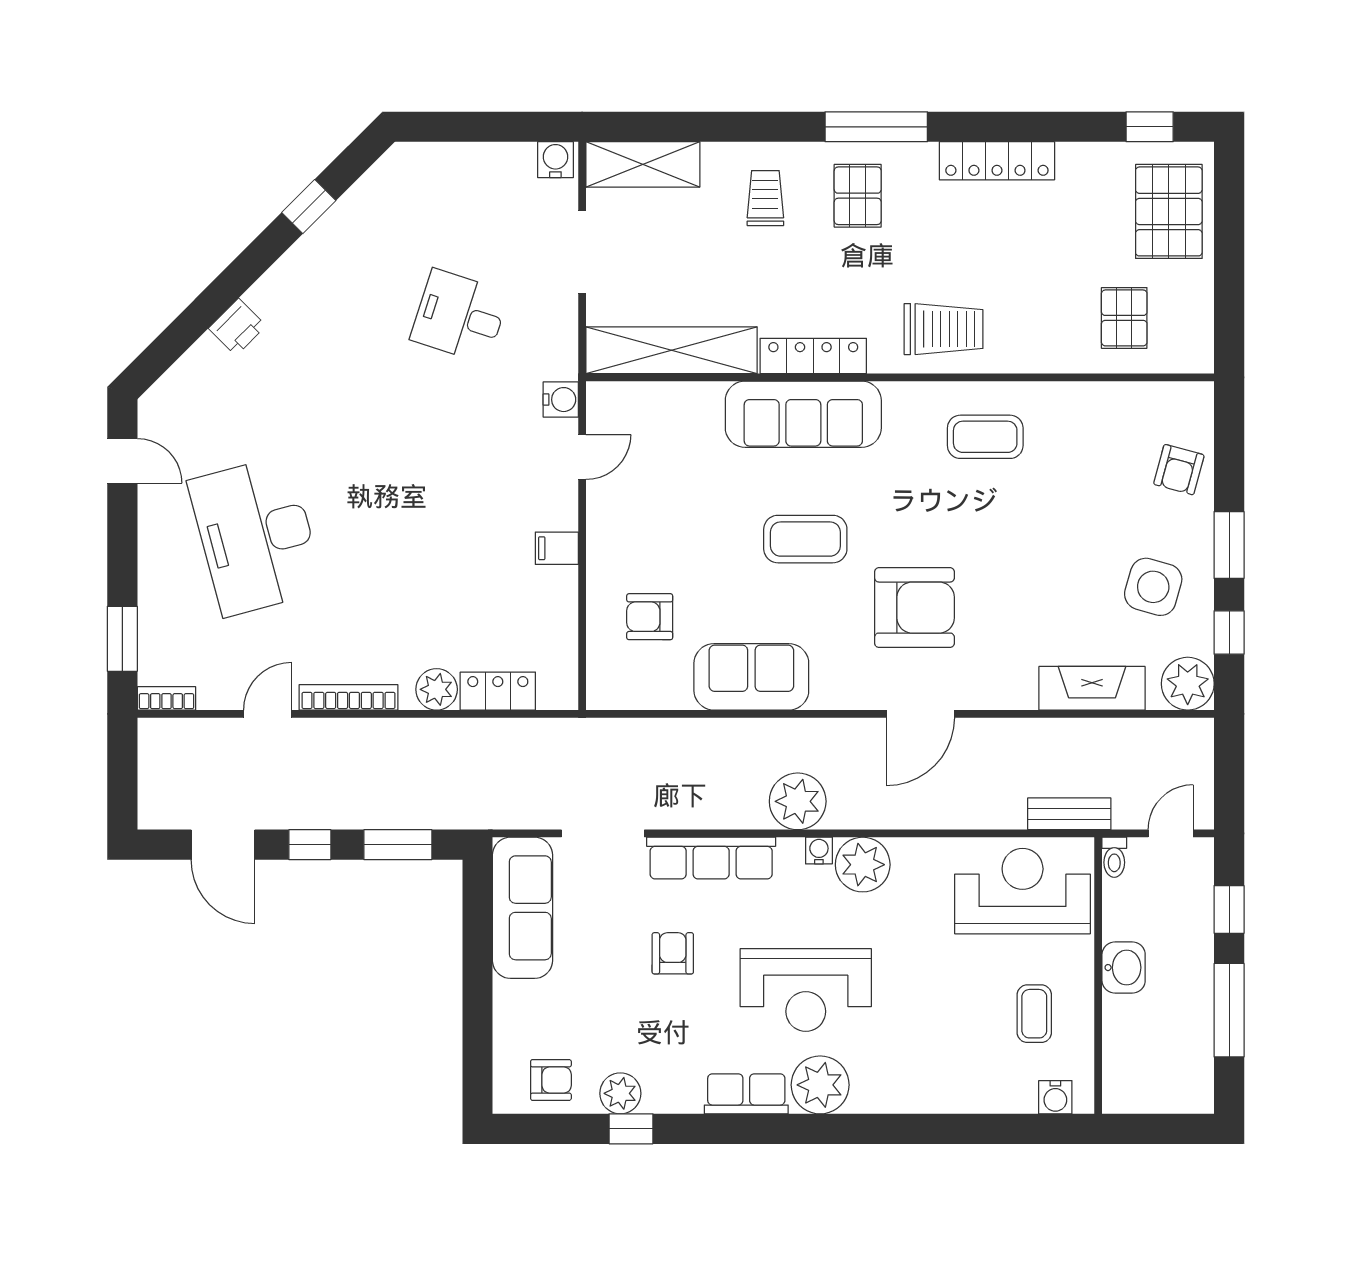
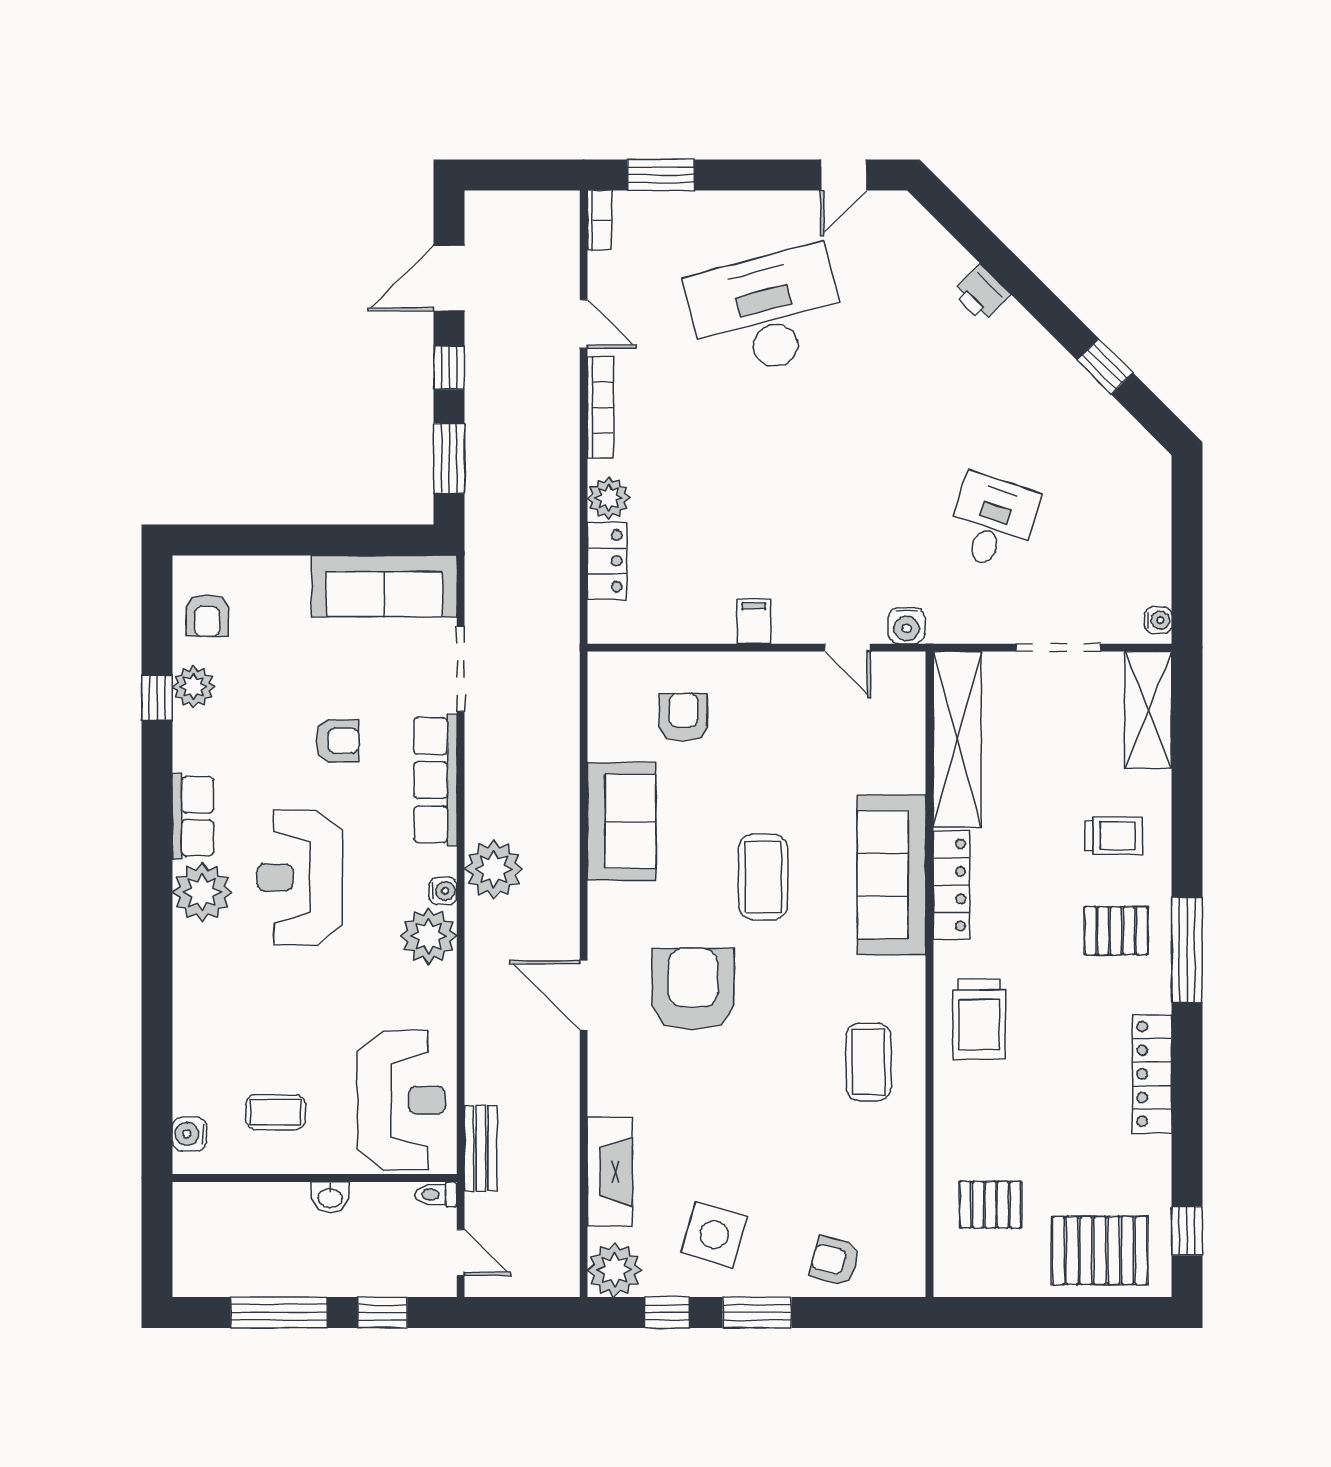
water cooler: (555, 160) -> (1158, 620), width x0.72, depth x0.72
armchair: (914, 608) -> (693, 989), turned 180
washbasin: (1124, 968) -> (330, 1197), width x0.72, depth x0.69

